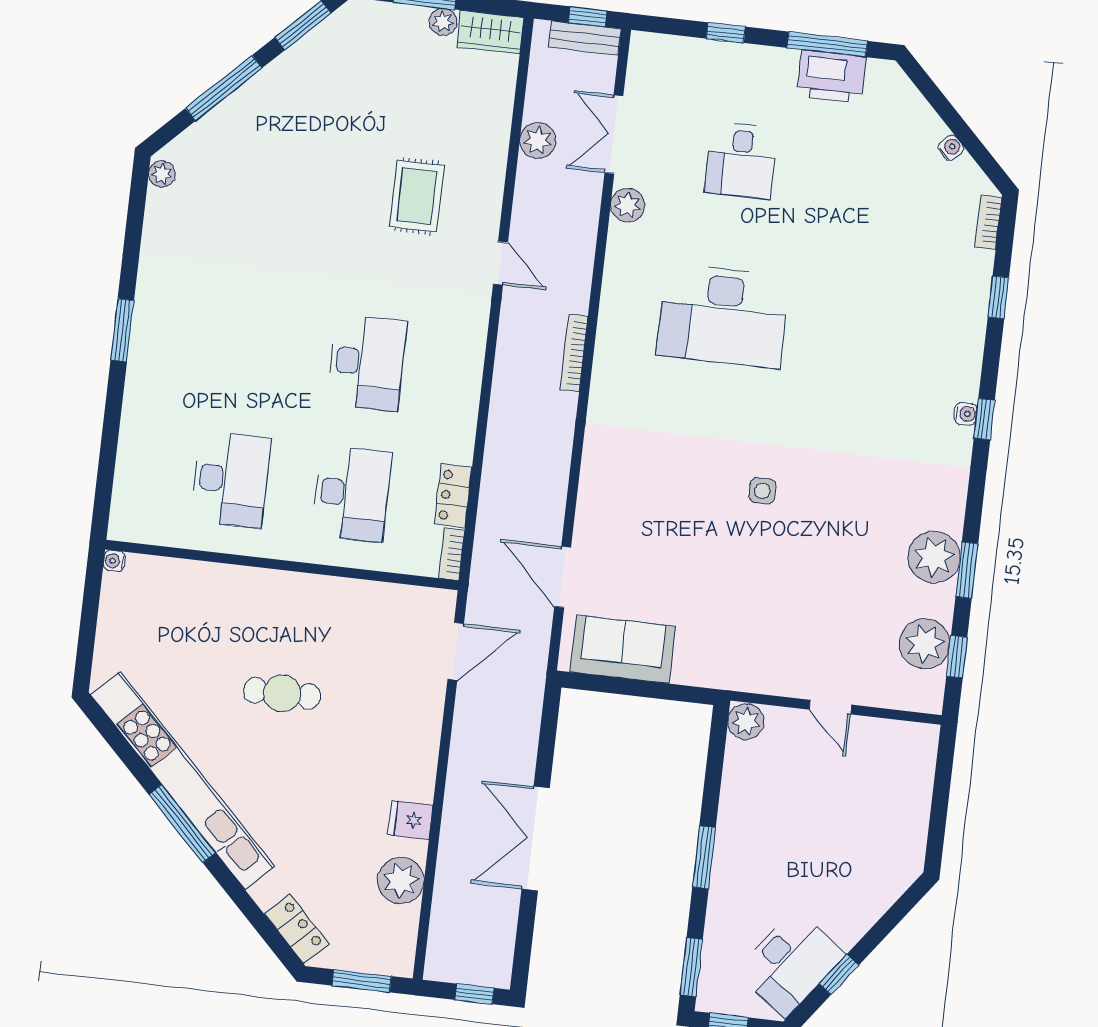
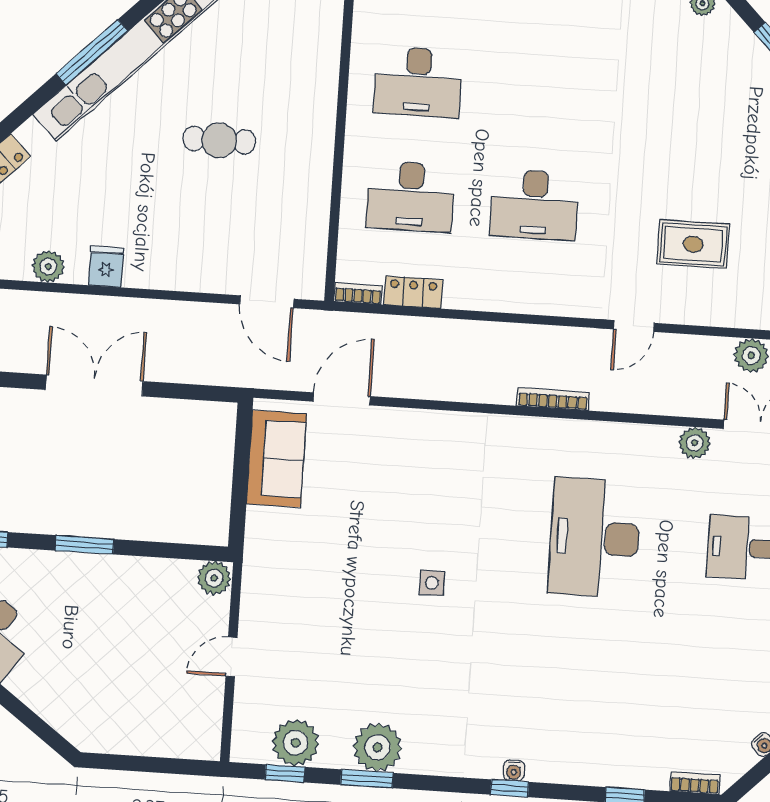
cafe table: (282, 693) -> (219, 140), turned 90
plant: (401, 880) -> (48, 266), width x0.73, depth x0.73

